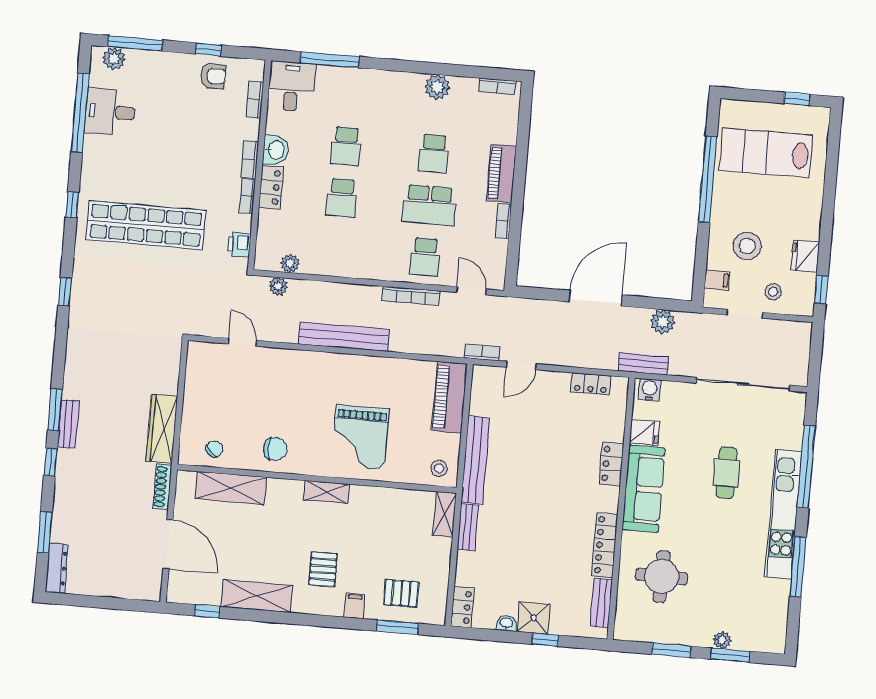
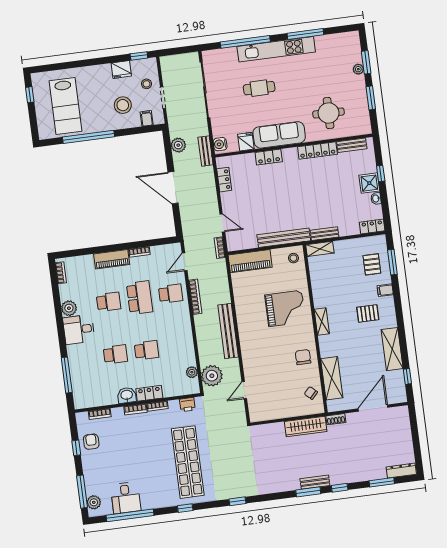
desk: (291, 86) -> (79, 329), moved
plant: (278, 287) -> (212, 376), width x1.88, depth x1.88
shoe rack: (162, 487) -> (336, 419), width x0.70

